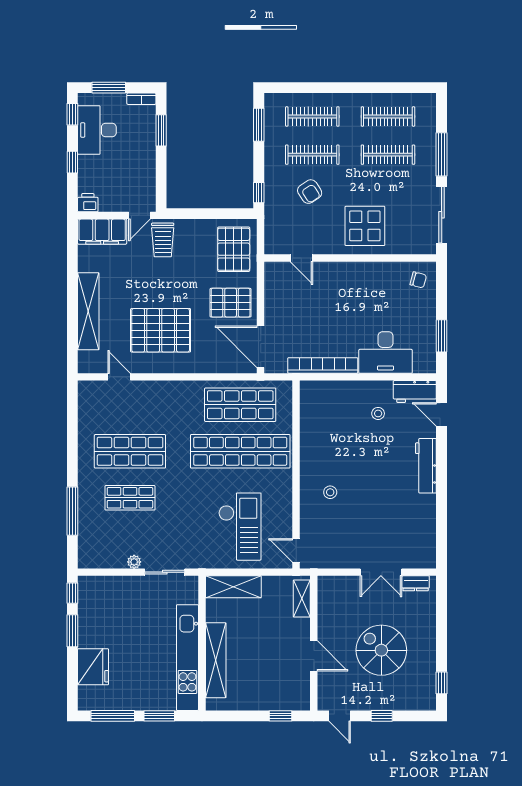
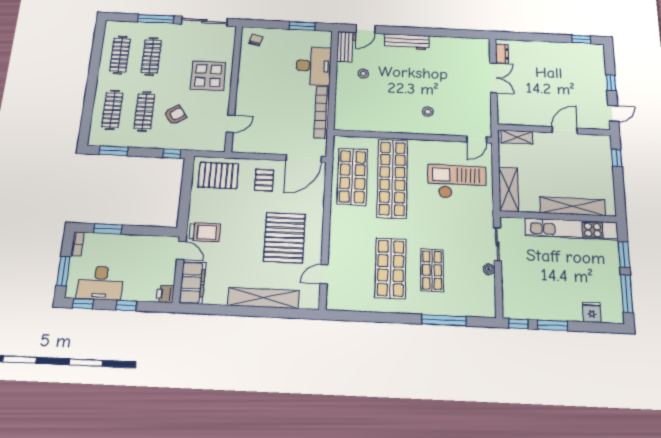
pallet: (231, 303) -> (264, 180), width x0.67, depth x0.71
spiral stairs: (381, 650) -> (557, 81), removed
fridge: (93, 667) -> (592, 312), width x0.53, depth x0.75

